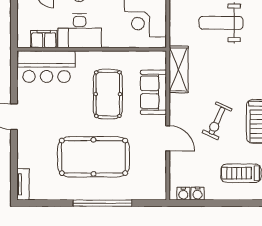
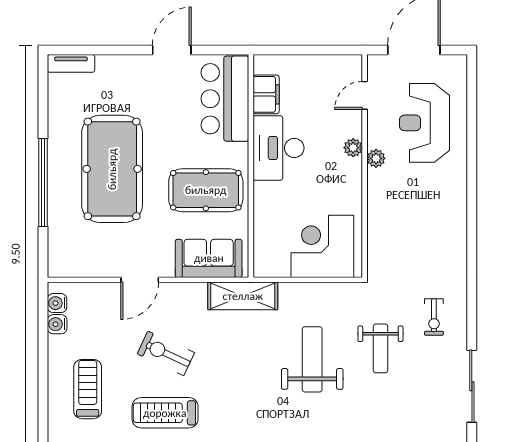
desk: (80, 31) -> (278, 148), moved
filing cabinet: (44, 39) -> (266, 94), moved
wall: (92, 49) -> (251, 166), moved
bar counter: (47, 67) -> (225, 99), moved

